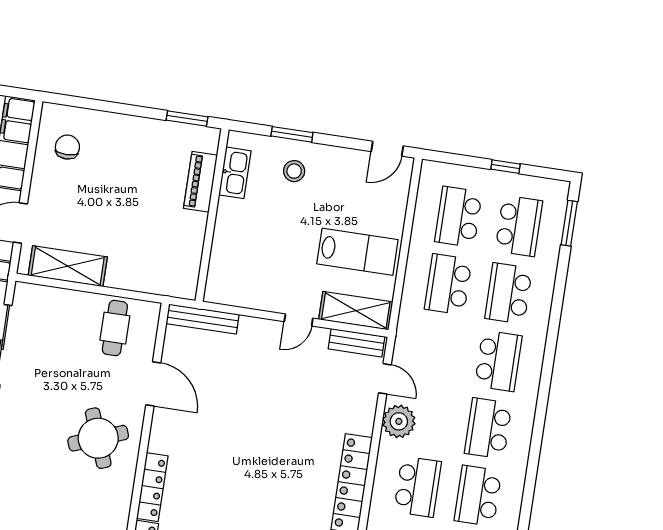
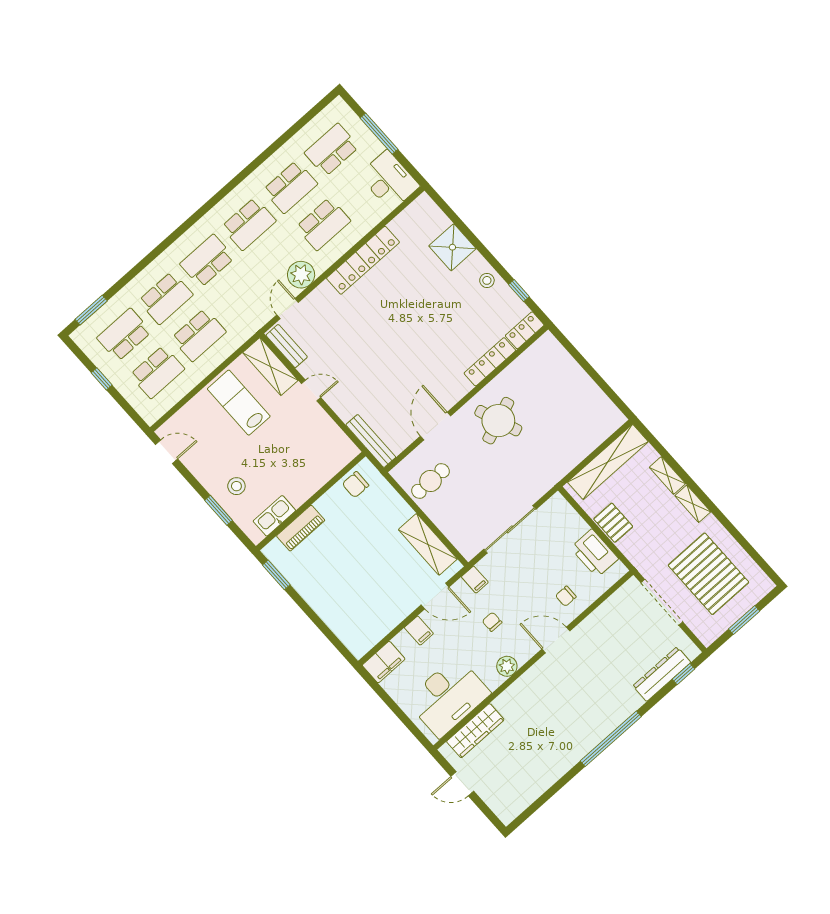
chair: (67, 147) -> (355, 485), moved
school desk: (418, 487) -> (323, 224), turned 180

